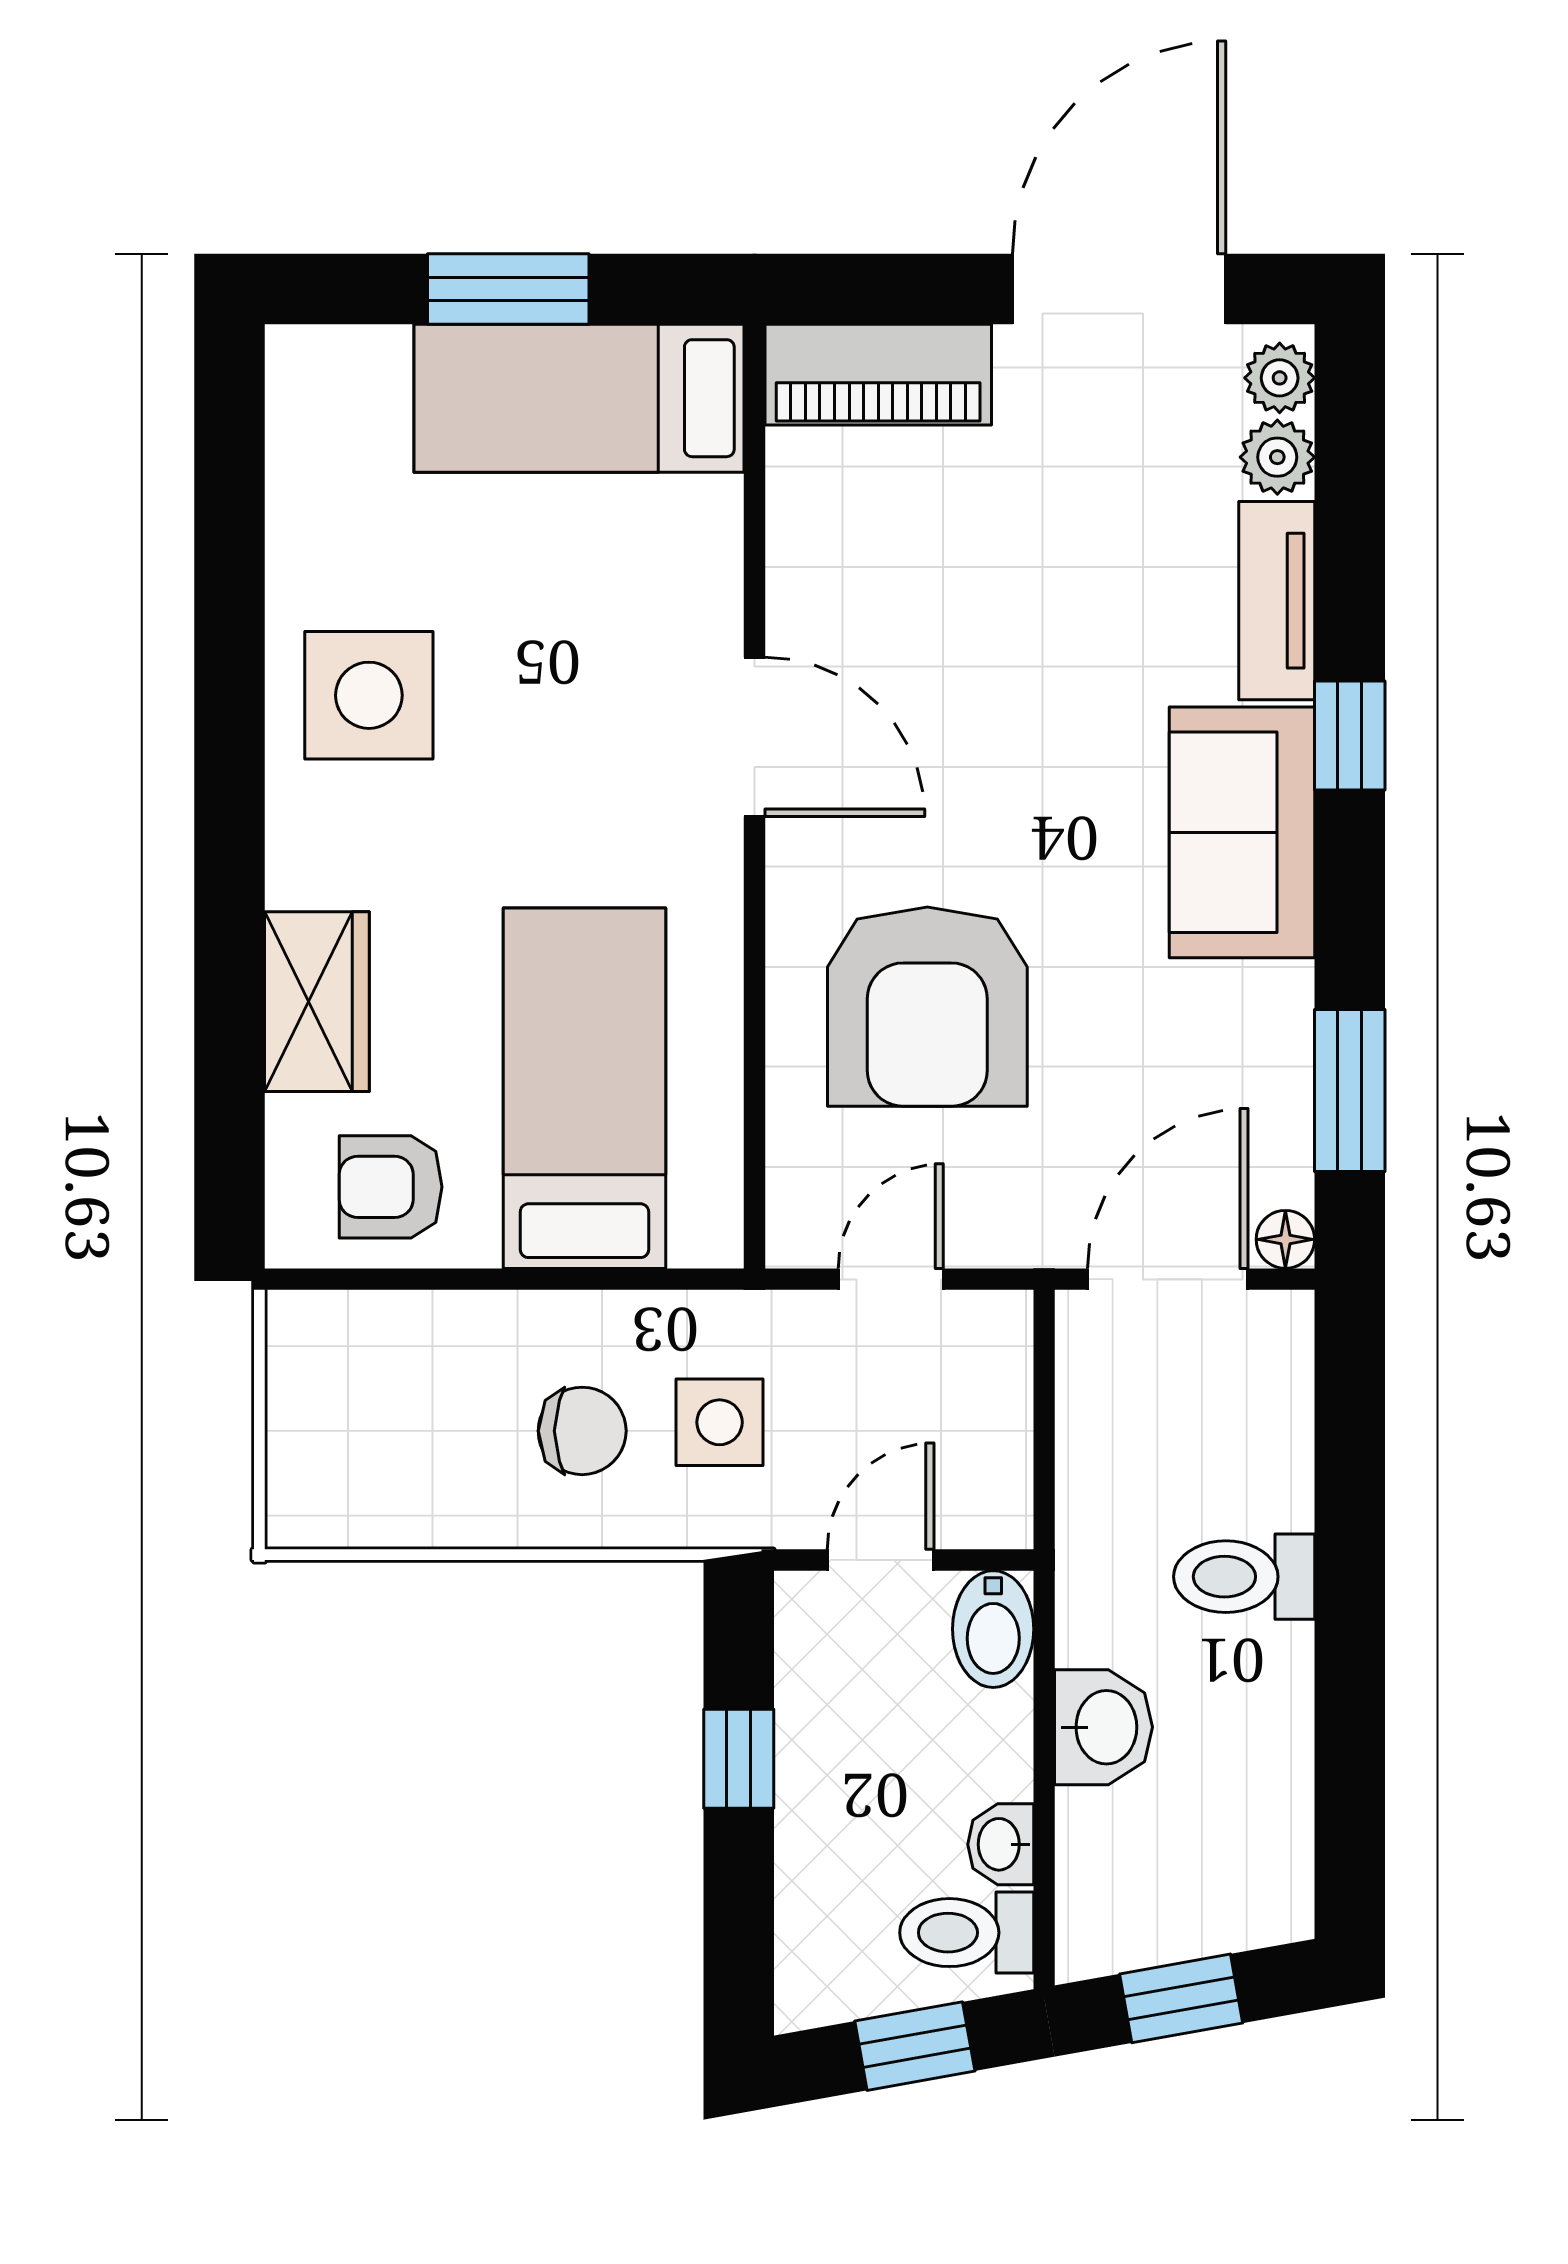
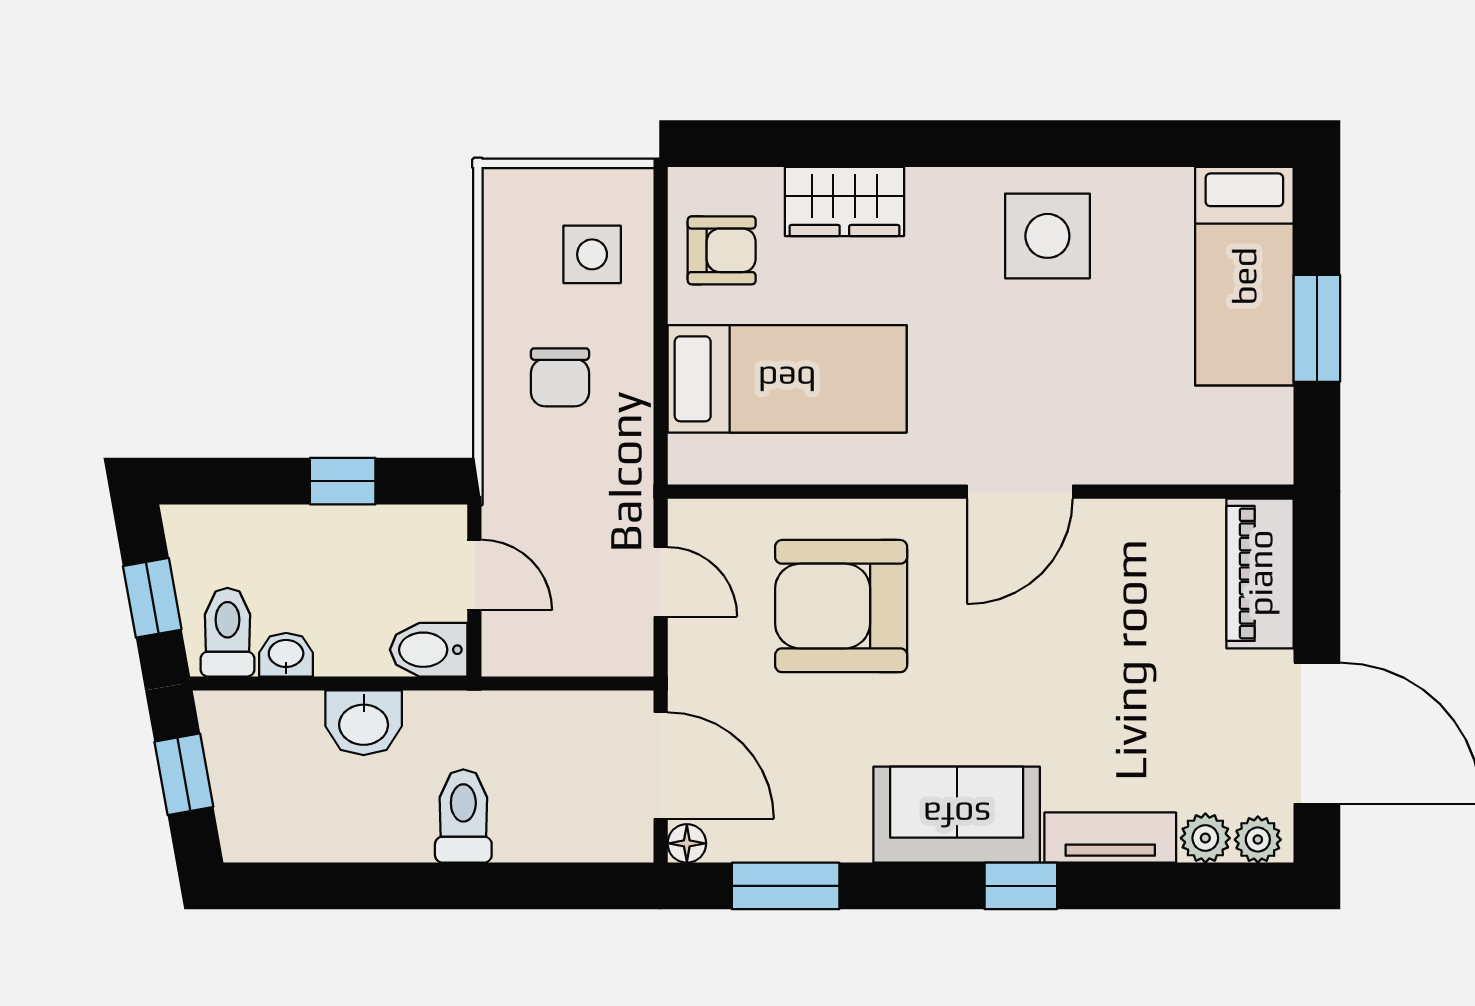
bed: (579, 398) -> (1244, 276), moved, turned 180
armchair: (391, 1187) -> (722, 250), turned 90
side table: (720, 1422) -> (592, 254), moved

